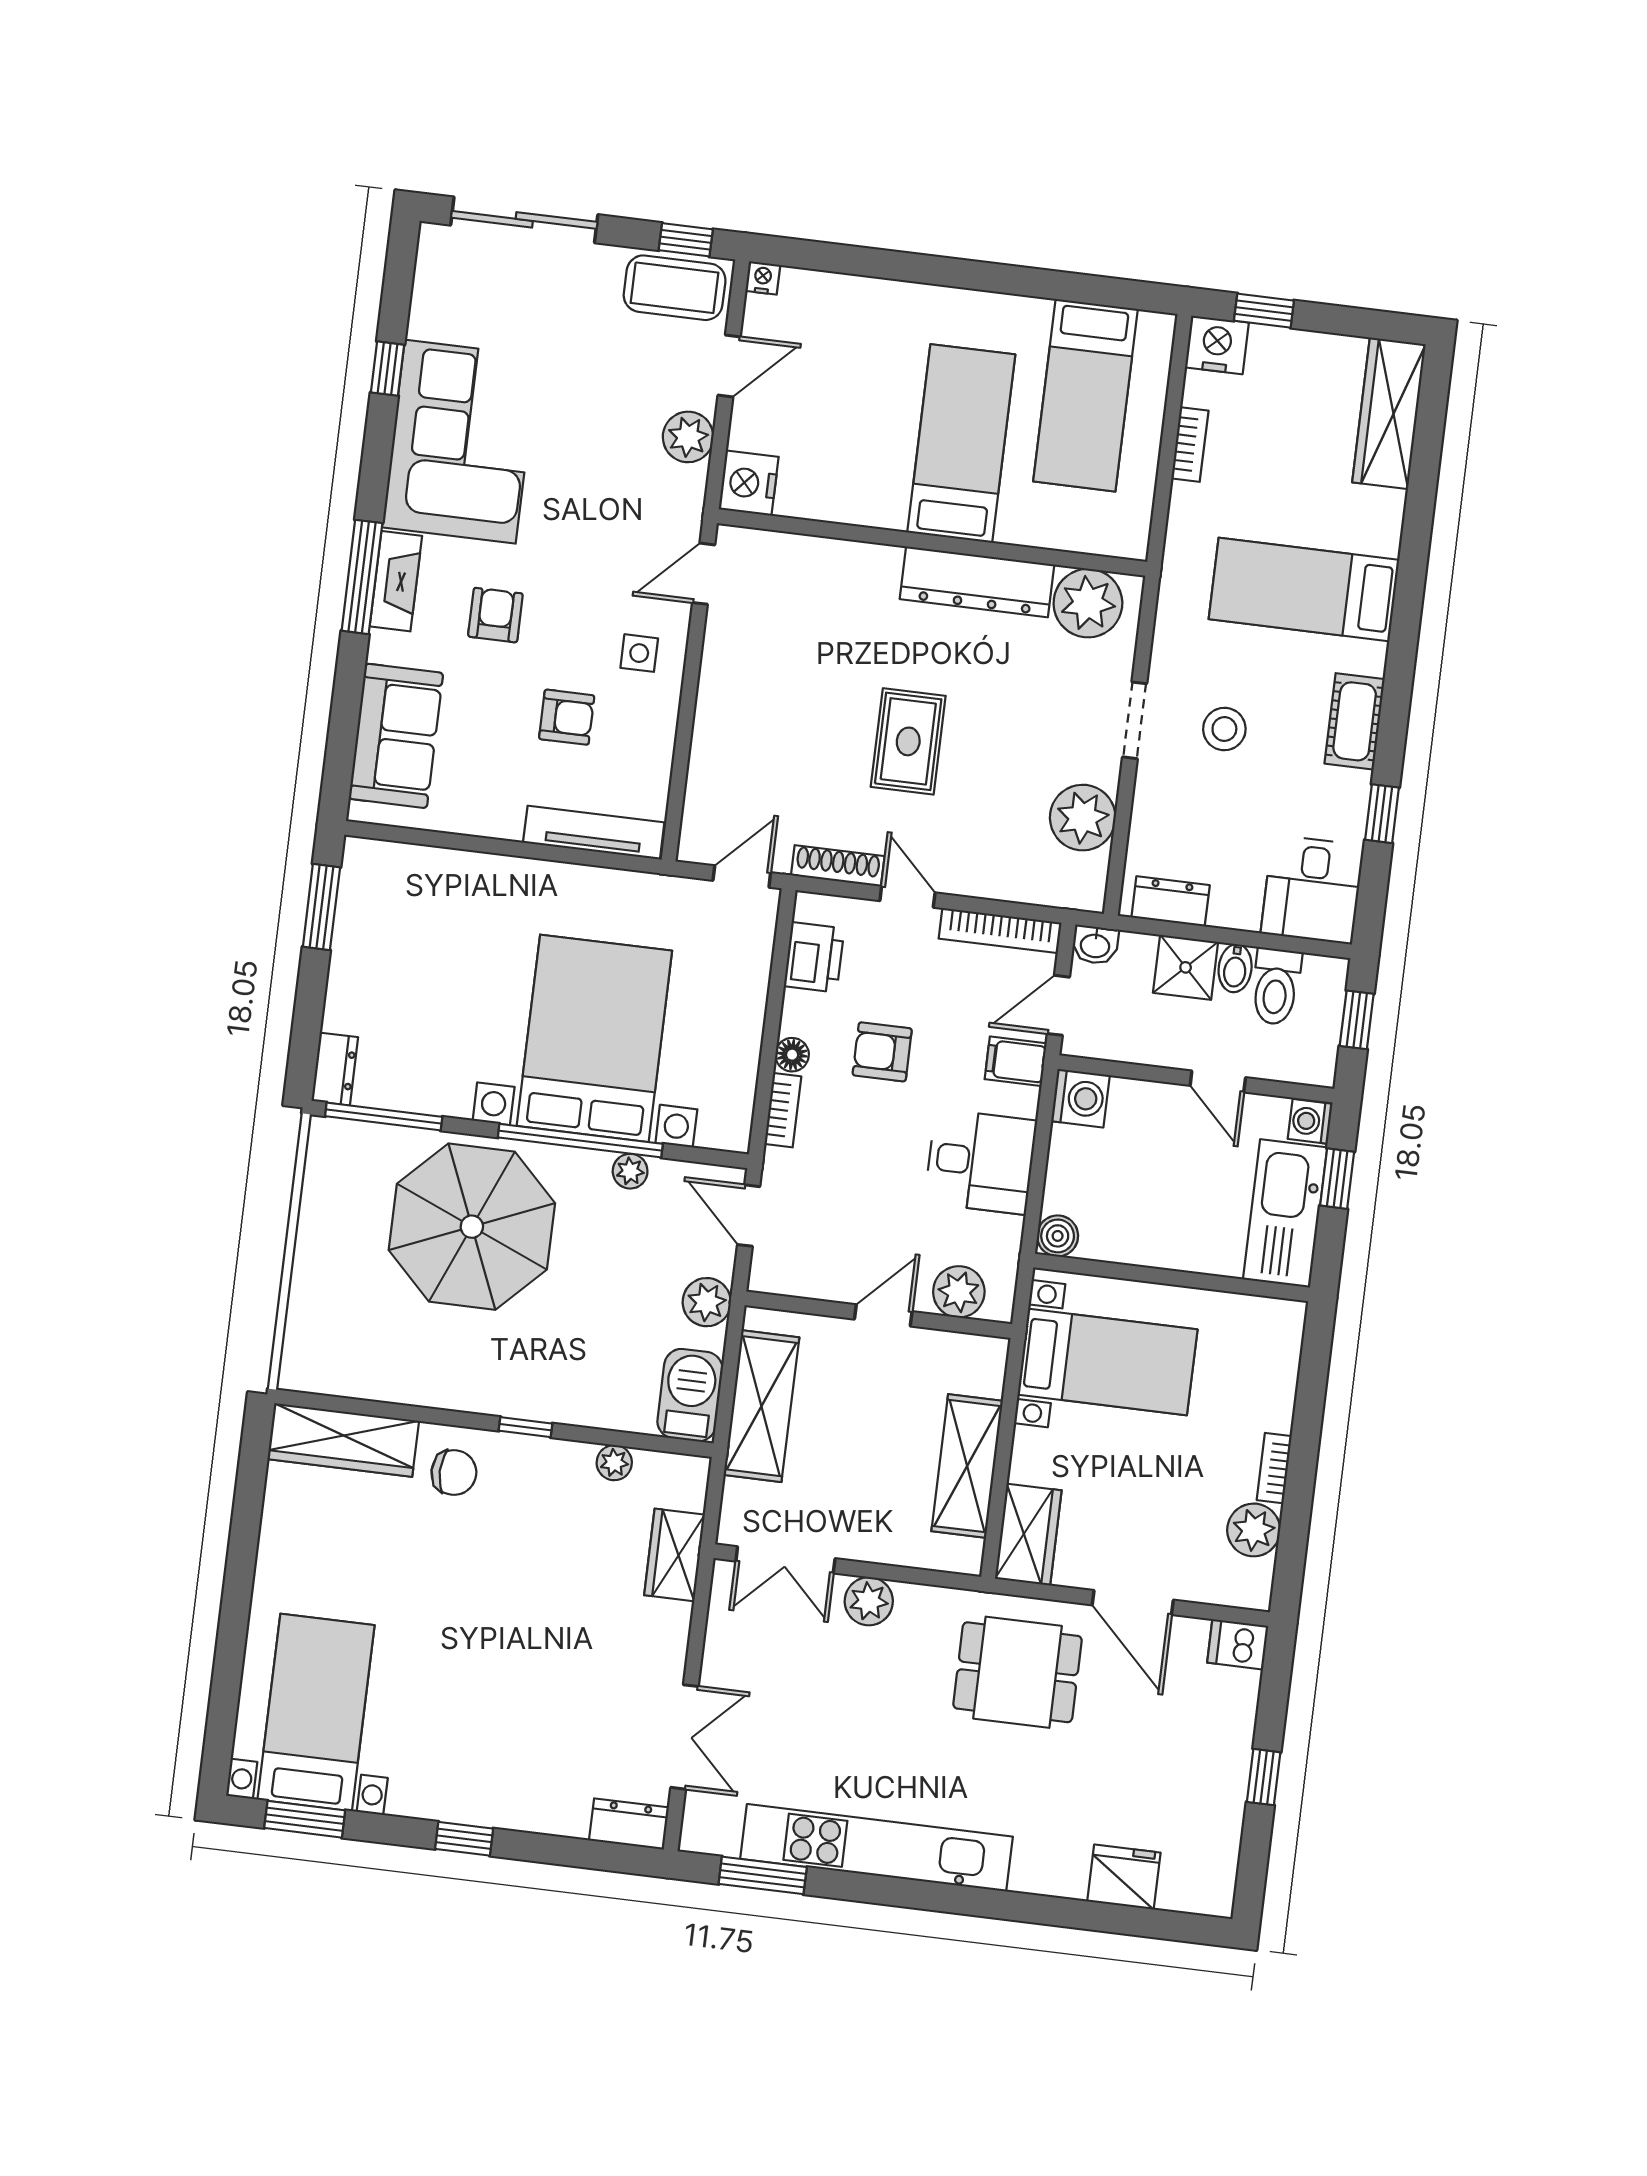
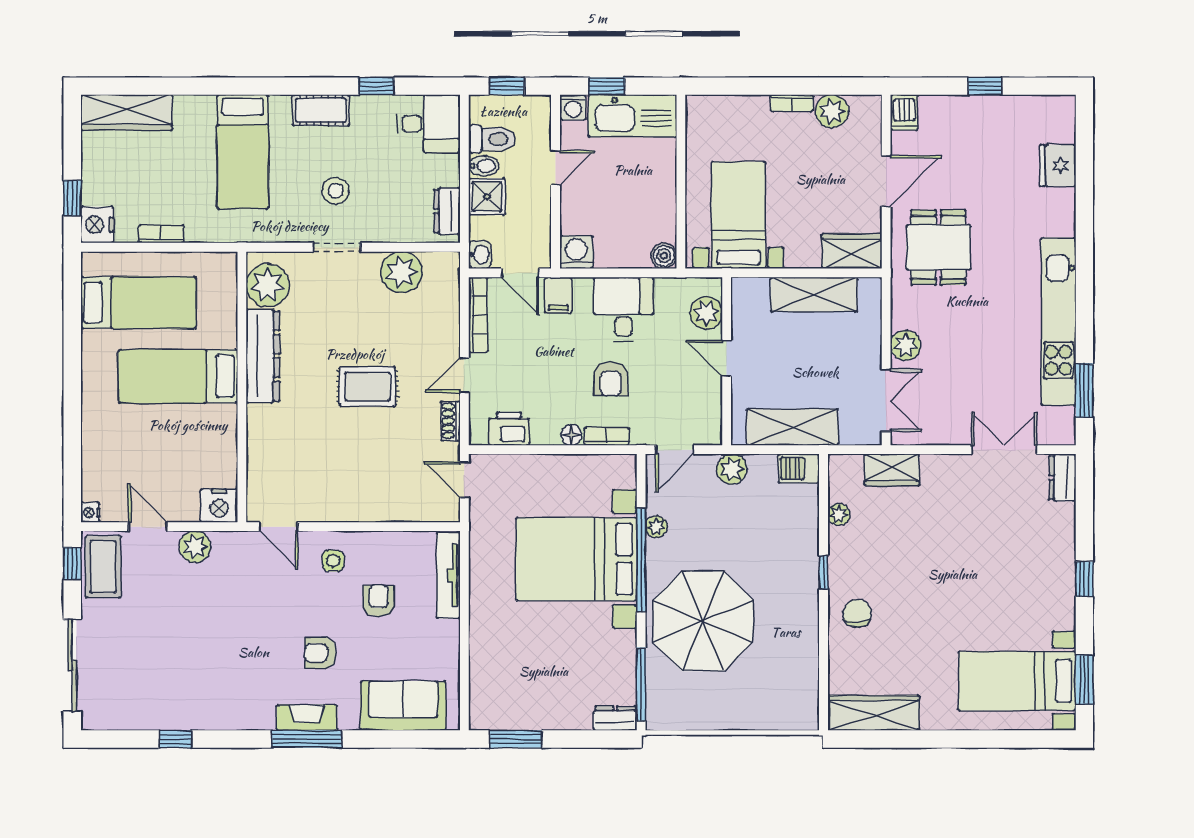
corner sofa: (460, 442) -> (215, 688), removed
shoe rack: (838, 866) -> (450, 421), width x0.70
armchair: (882, 1052) -> (611, 379), moved
barbecue: (690, 1395) -> (799, 468), width x0.73, depth x0.79
wardrobe: (343, 1440) -> (874, 713), moved, turned -90

